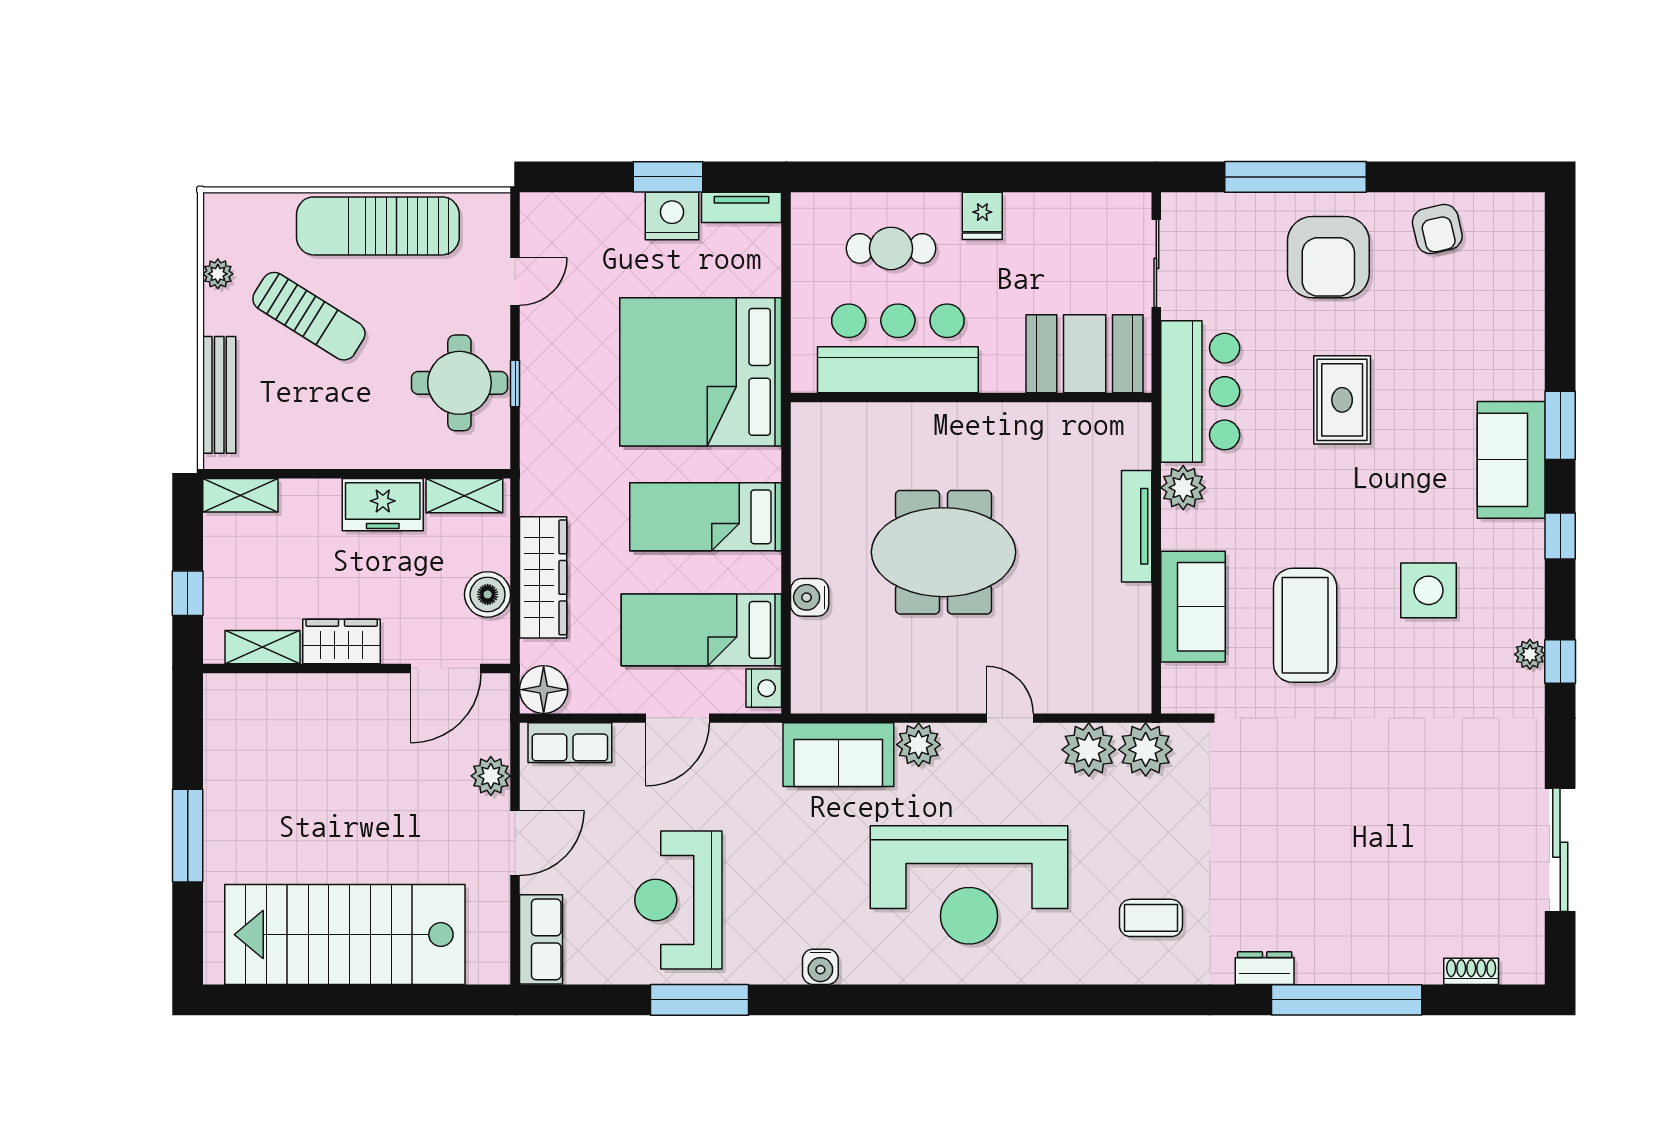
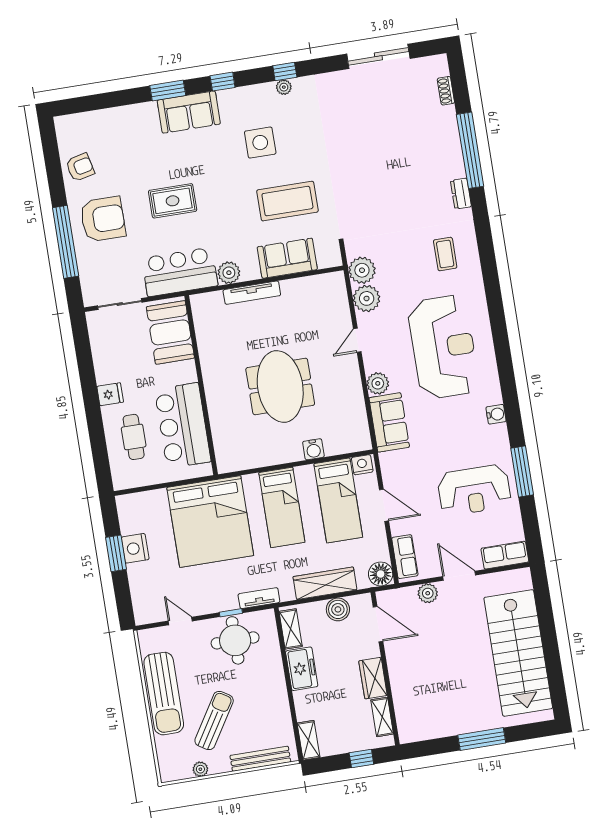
tv unit: (742, 207) -> (259, 598), moved, turned -90

